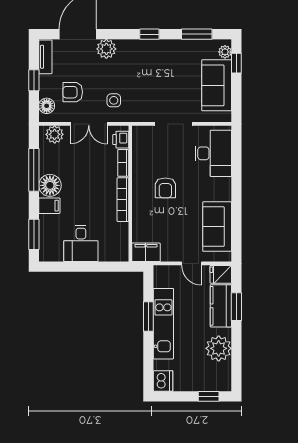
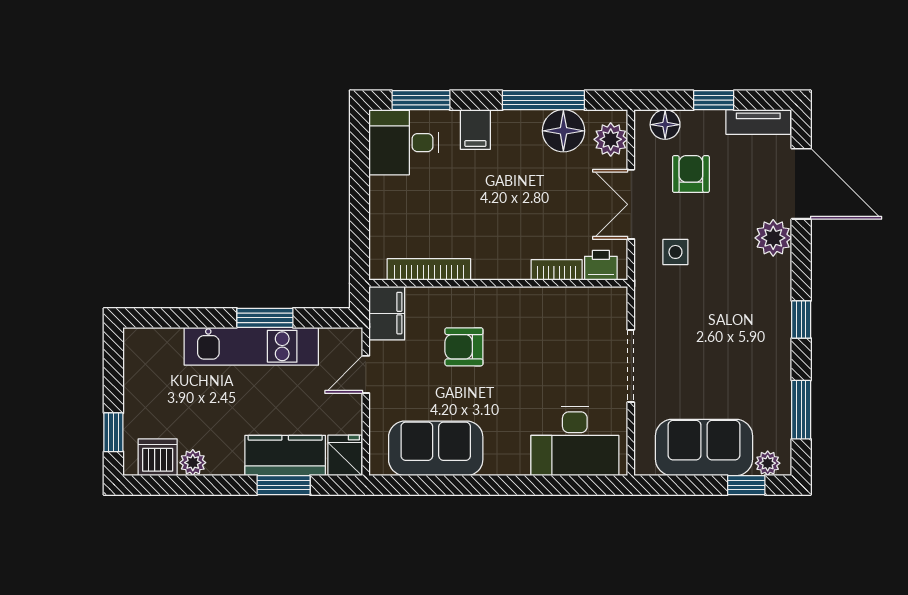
floor lamp: (50, 185) -> (563, 131), moved
armchair: (165, 188) -> (464, 347), moved
bookcase: (123, 200) -> (429, 269), moved
desk: (81, 243) -> (404, 143), moved
door: (192, 263) -> (366, 374), moved
plant: (219, 348) -> (193, 463), width x0.53, depth x0.53
dishwasher: (163, 381) -> (158, 457), moved, turned 180

